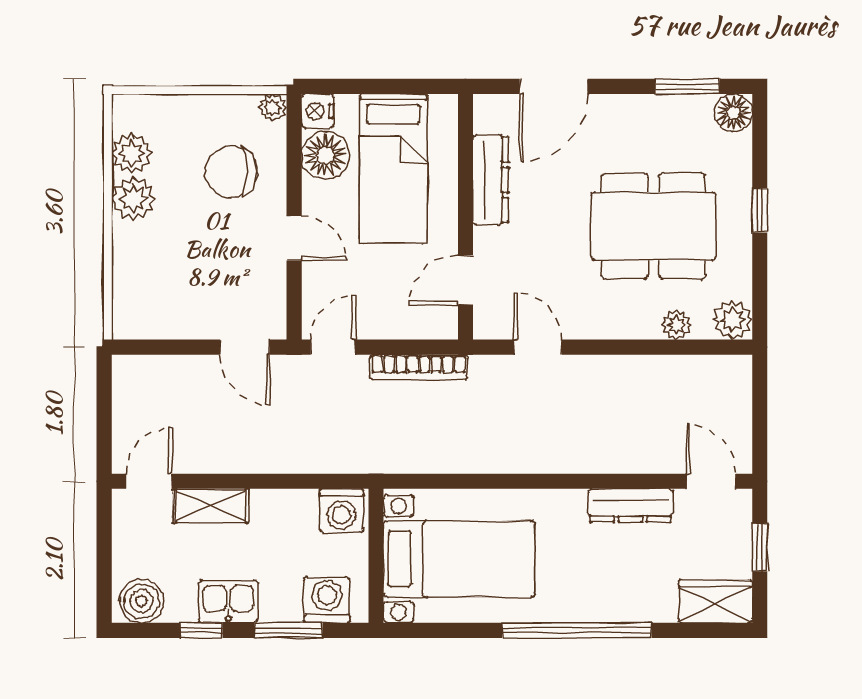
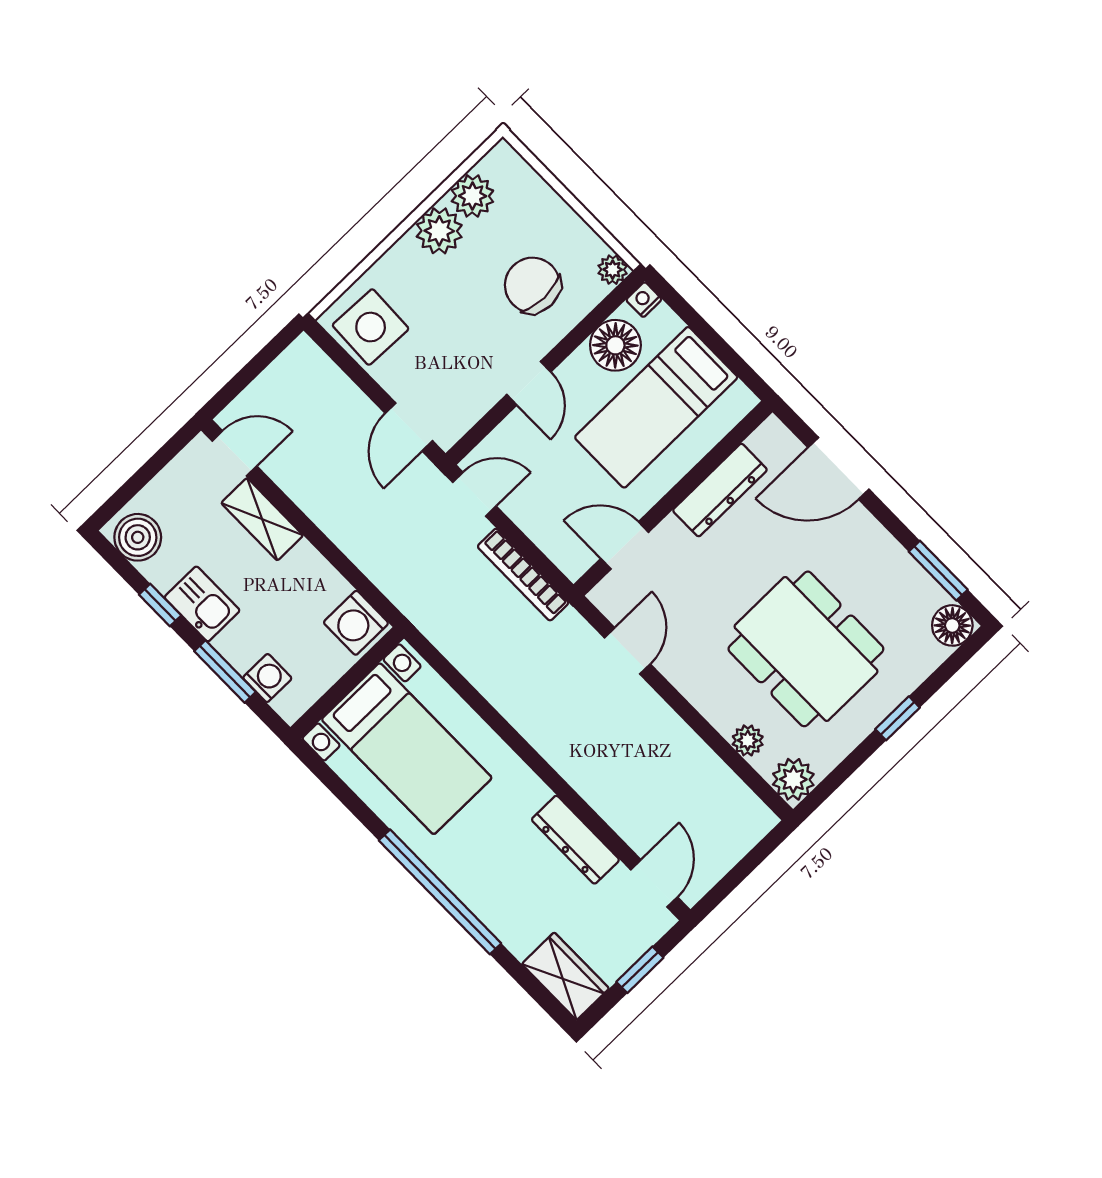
nightstand: (318, 111) -> (644, 300), width x0.72, depth x0.74
side table: (153, 307) -> (371, 327), added
washing machine: (327, 600) -> (267, 678), width x0.73, depth x0.73

